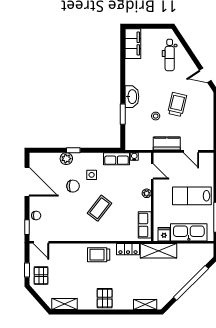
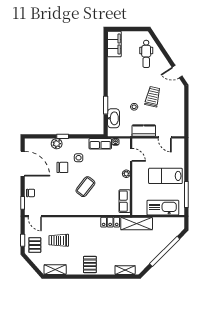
washbasin: (132, 97) -> (113, 118), moved
fridge: (164, 234) -> (141, 209), removed
trolley: (99, 255) -> (59, 240), moved

